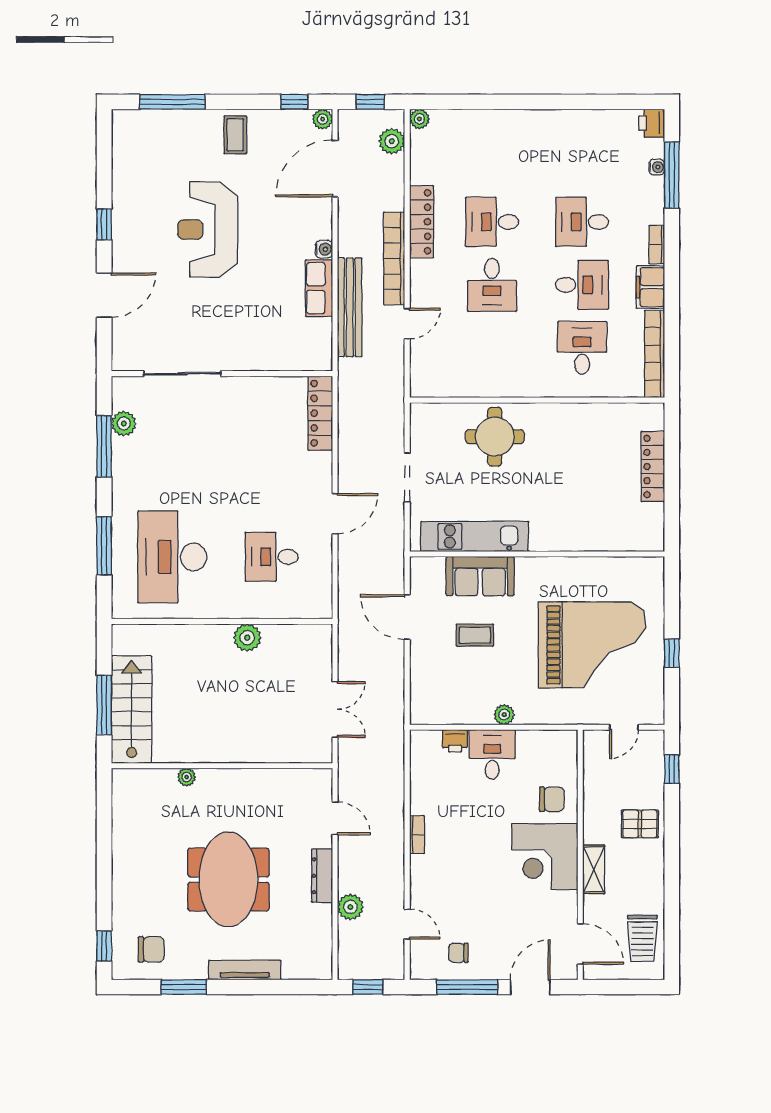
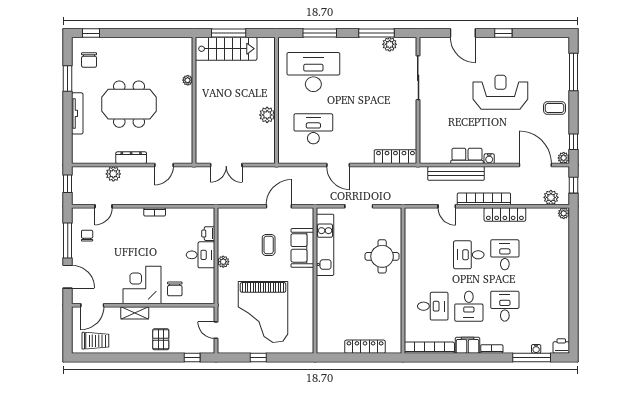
desk: (272, 557) -> (313, 129), width x1.37
trolley: (642, 938) -> (95, 341), turned 180

